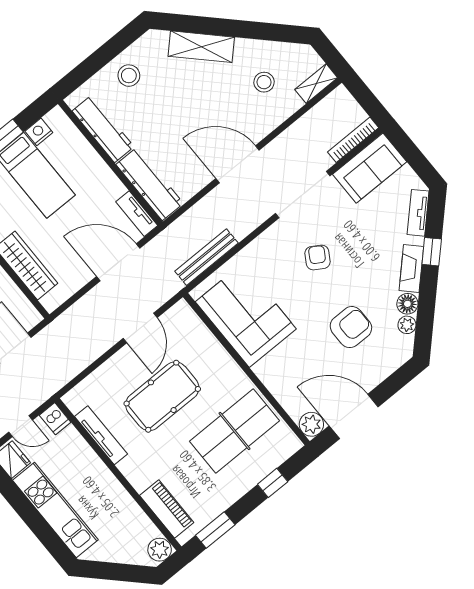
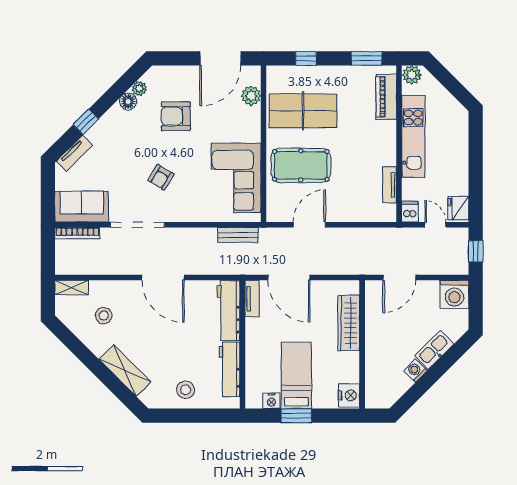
bench: (207, 257) -> (238, 235), width x0.73
fireplace: (411, 269) -> (107, 122), removed
pool table: (162, 396) -> (301, 165), moved
door: (354, 416) -> (220, 58), hinge flipped
plant: (311, 424) -> (251, 96), moved
tv unit: (101, 435) -> (389, 185), width x0.71
kitchen unit: (55, 510) -> (413, 136), moved, turned 180

